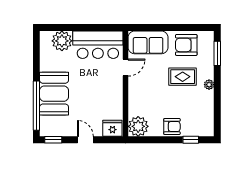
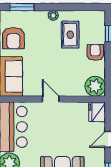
door: (125, 68) -> (51, 99), moved
rug: (183, 77) -> (70, 35), moved

